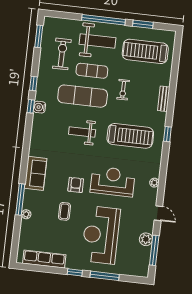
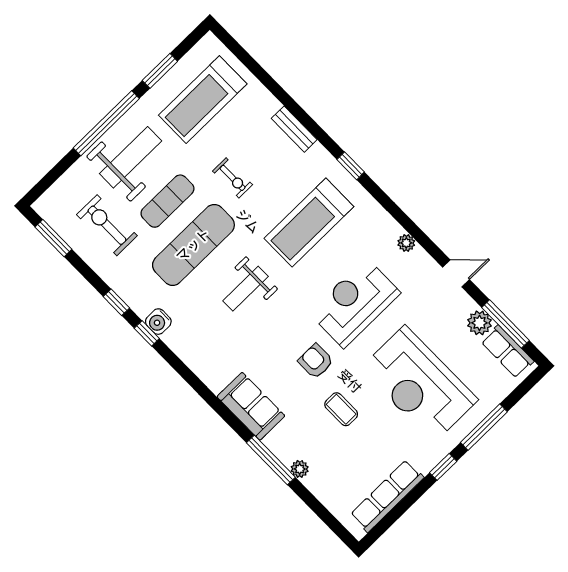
treadmill: (130, 136) -> (309, 222), turned 180
row of seats: (143, 260) -> (507, 352), added

